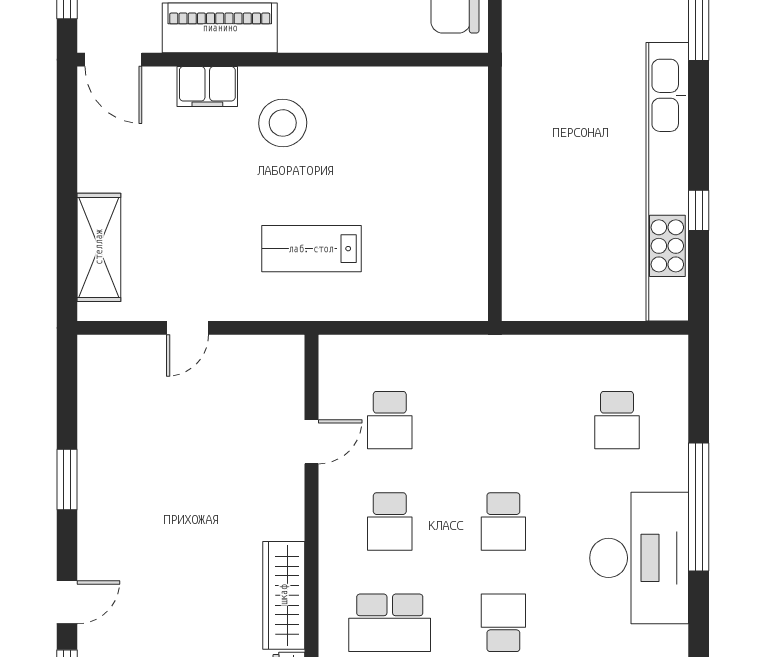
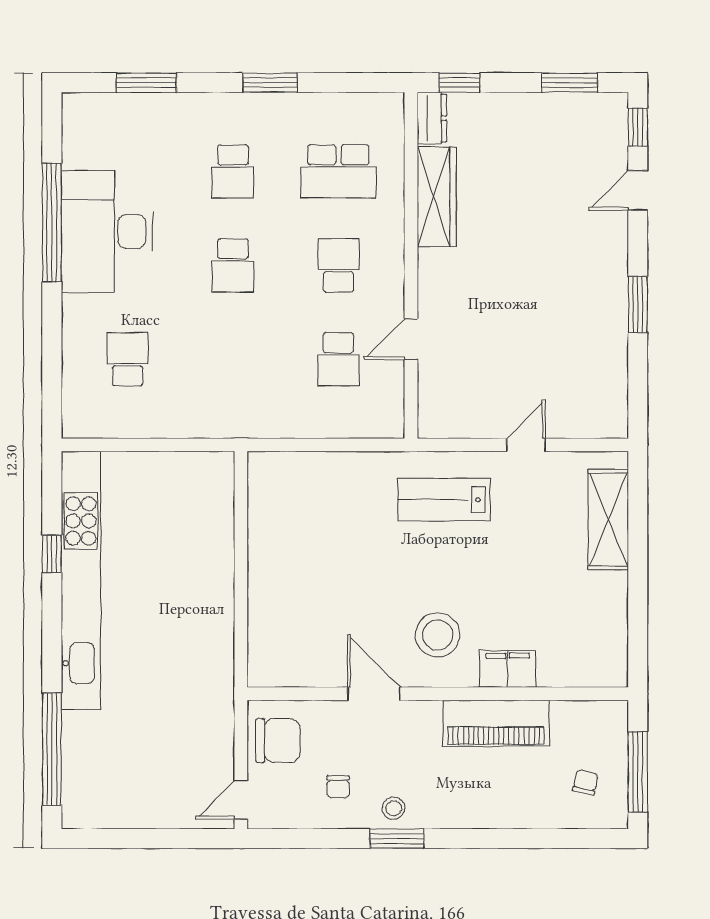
door: (113, 60) -> (374, 694), moved
lab bench: (311, 249) -> (444, 500), moved, turned 180
school desk: (390, 420) -> (338, 359), turned 180
window: (699, 507) -> (52, 223), moved
school desk: (503, 521) -> (233, 265), turned 180
school desk: (390, 623) -> (338, 171), turned 180

